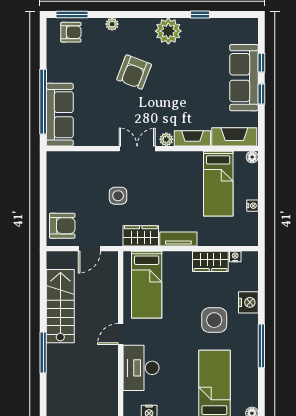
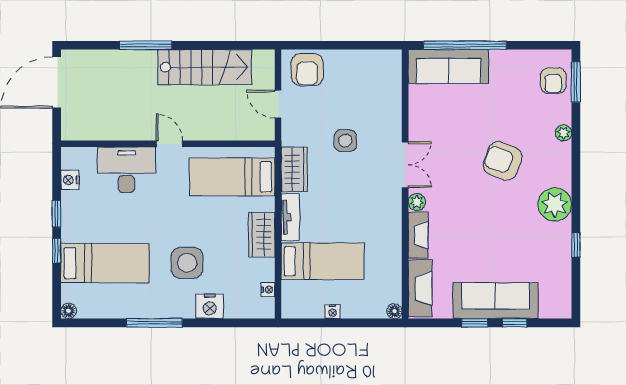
bed: (218, 184) -> (322, 261), moved, turned 180
wardrobe: (210, 261) -> (262, 235), moved

